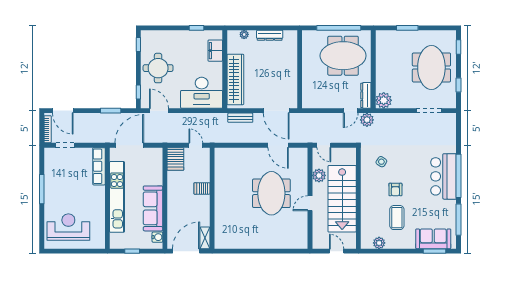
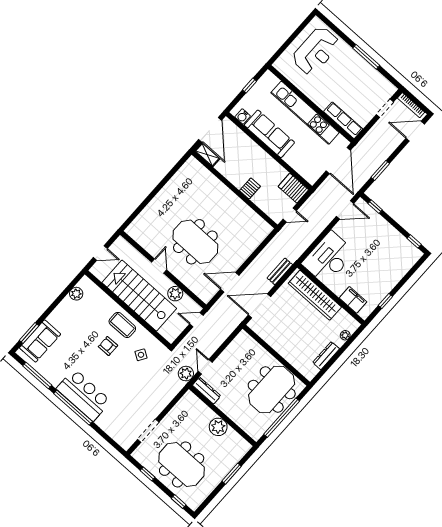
meeting table: (343, 56) -> (272, 390), moved
round table: (158, 68) -> (380, 240), removed
plant: (384, 100) -> (218, 427), moved
coffee table: (397, 218) -> (122, 325), moved

